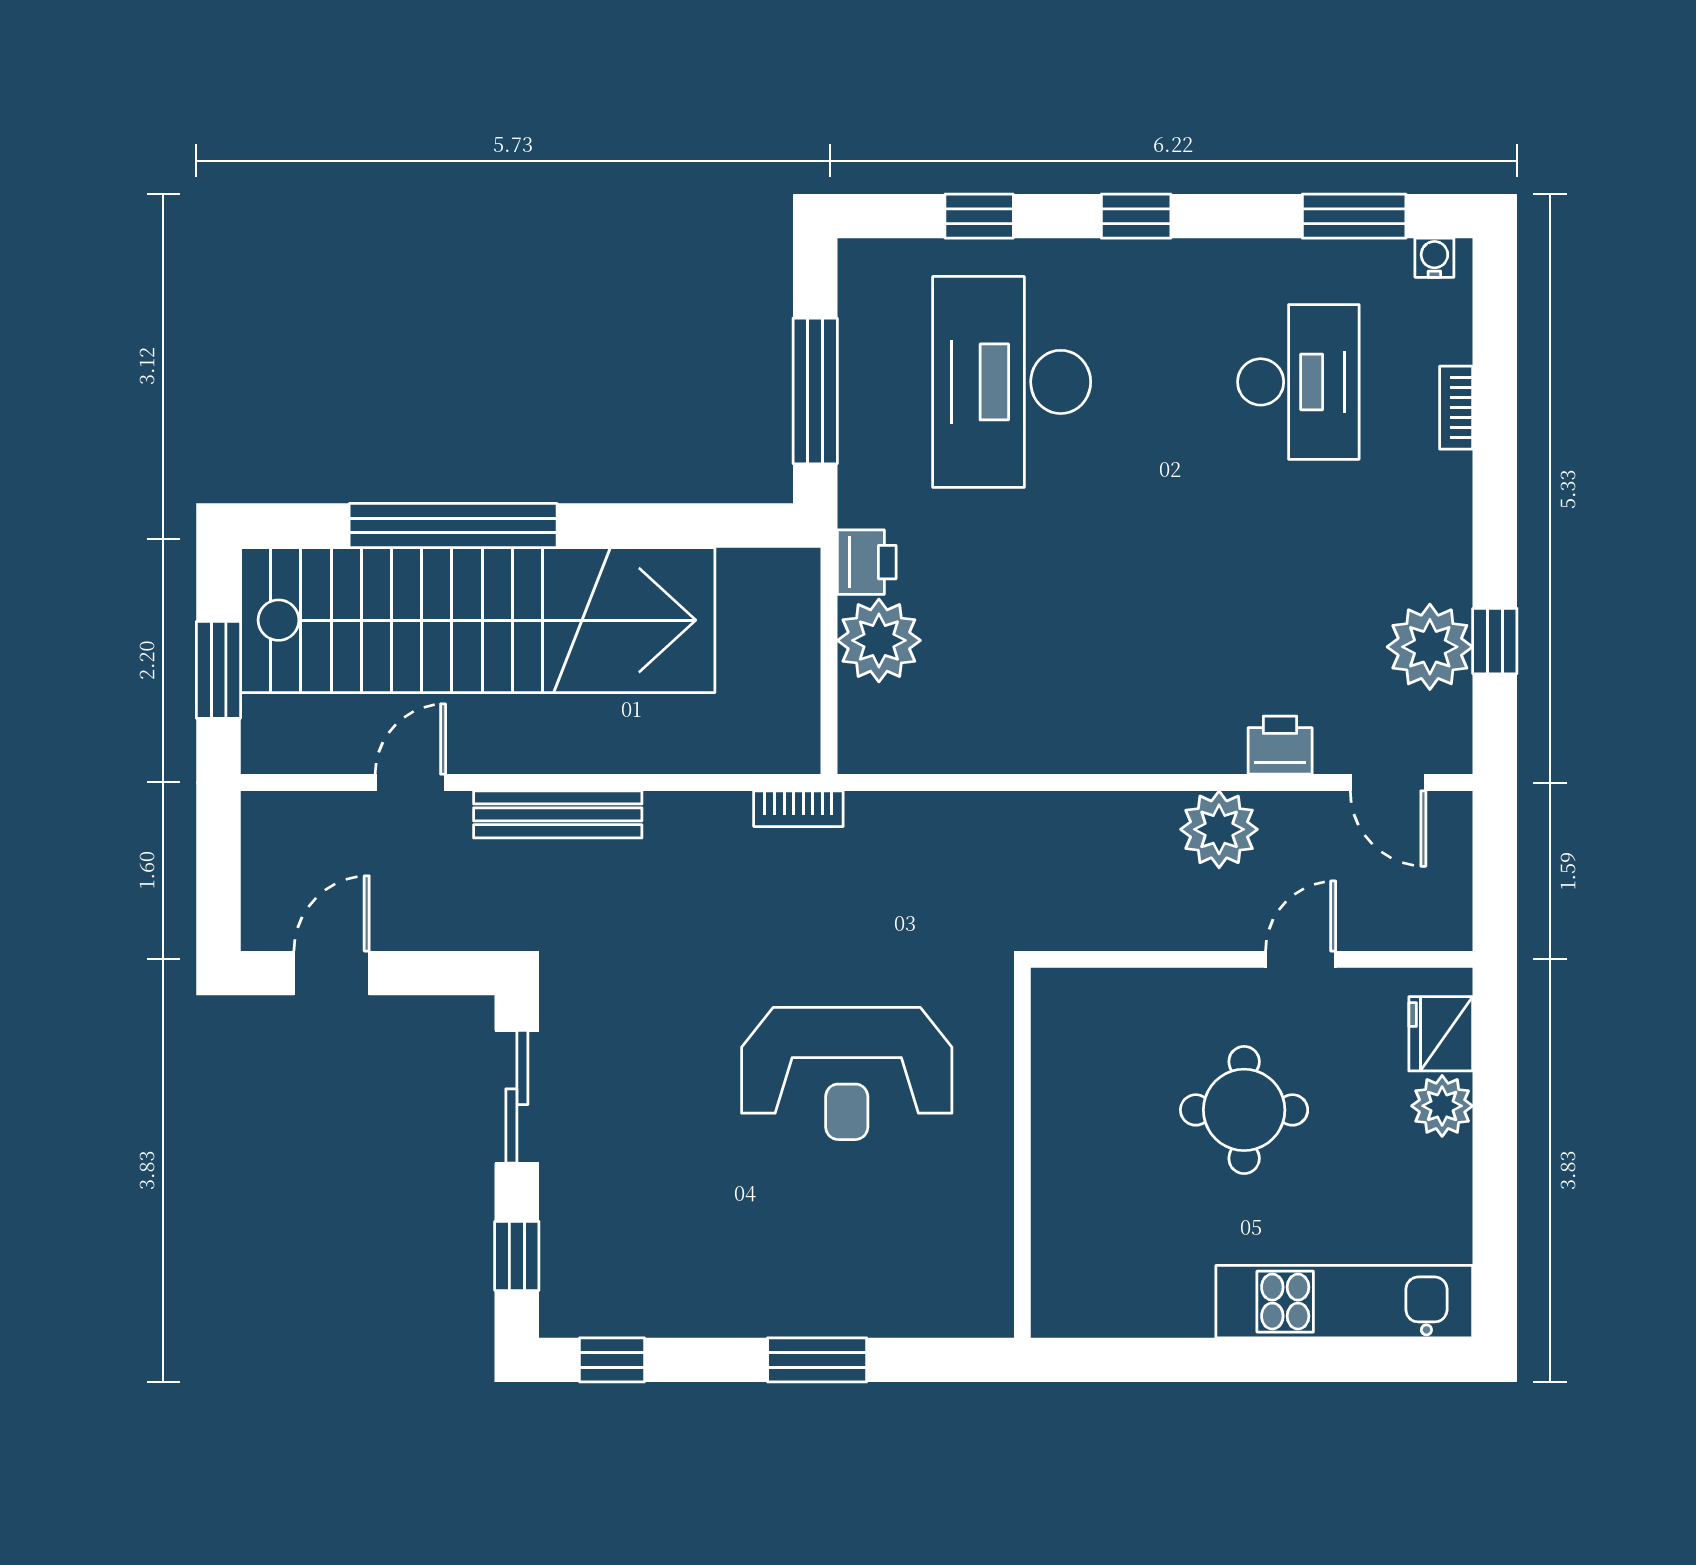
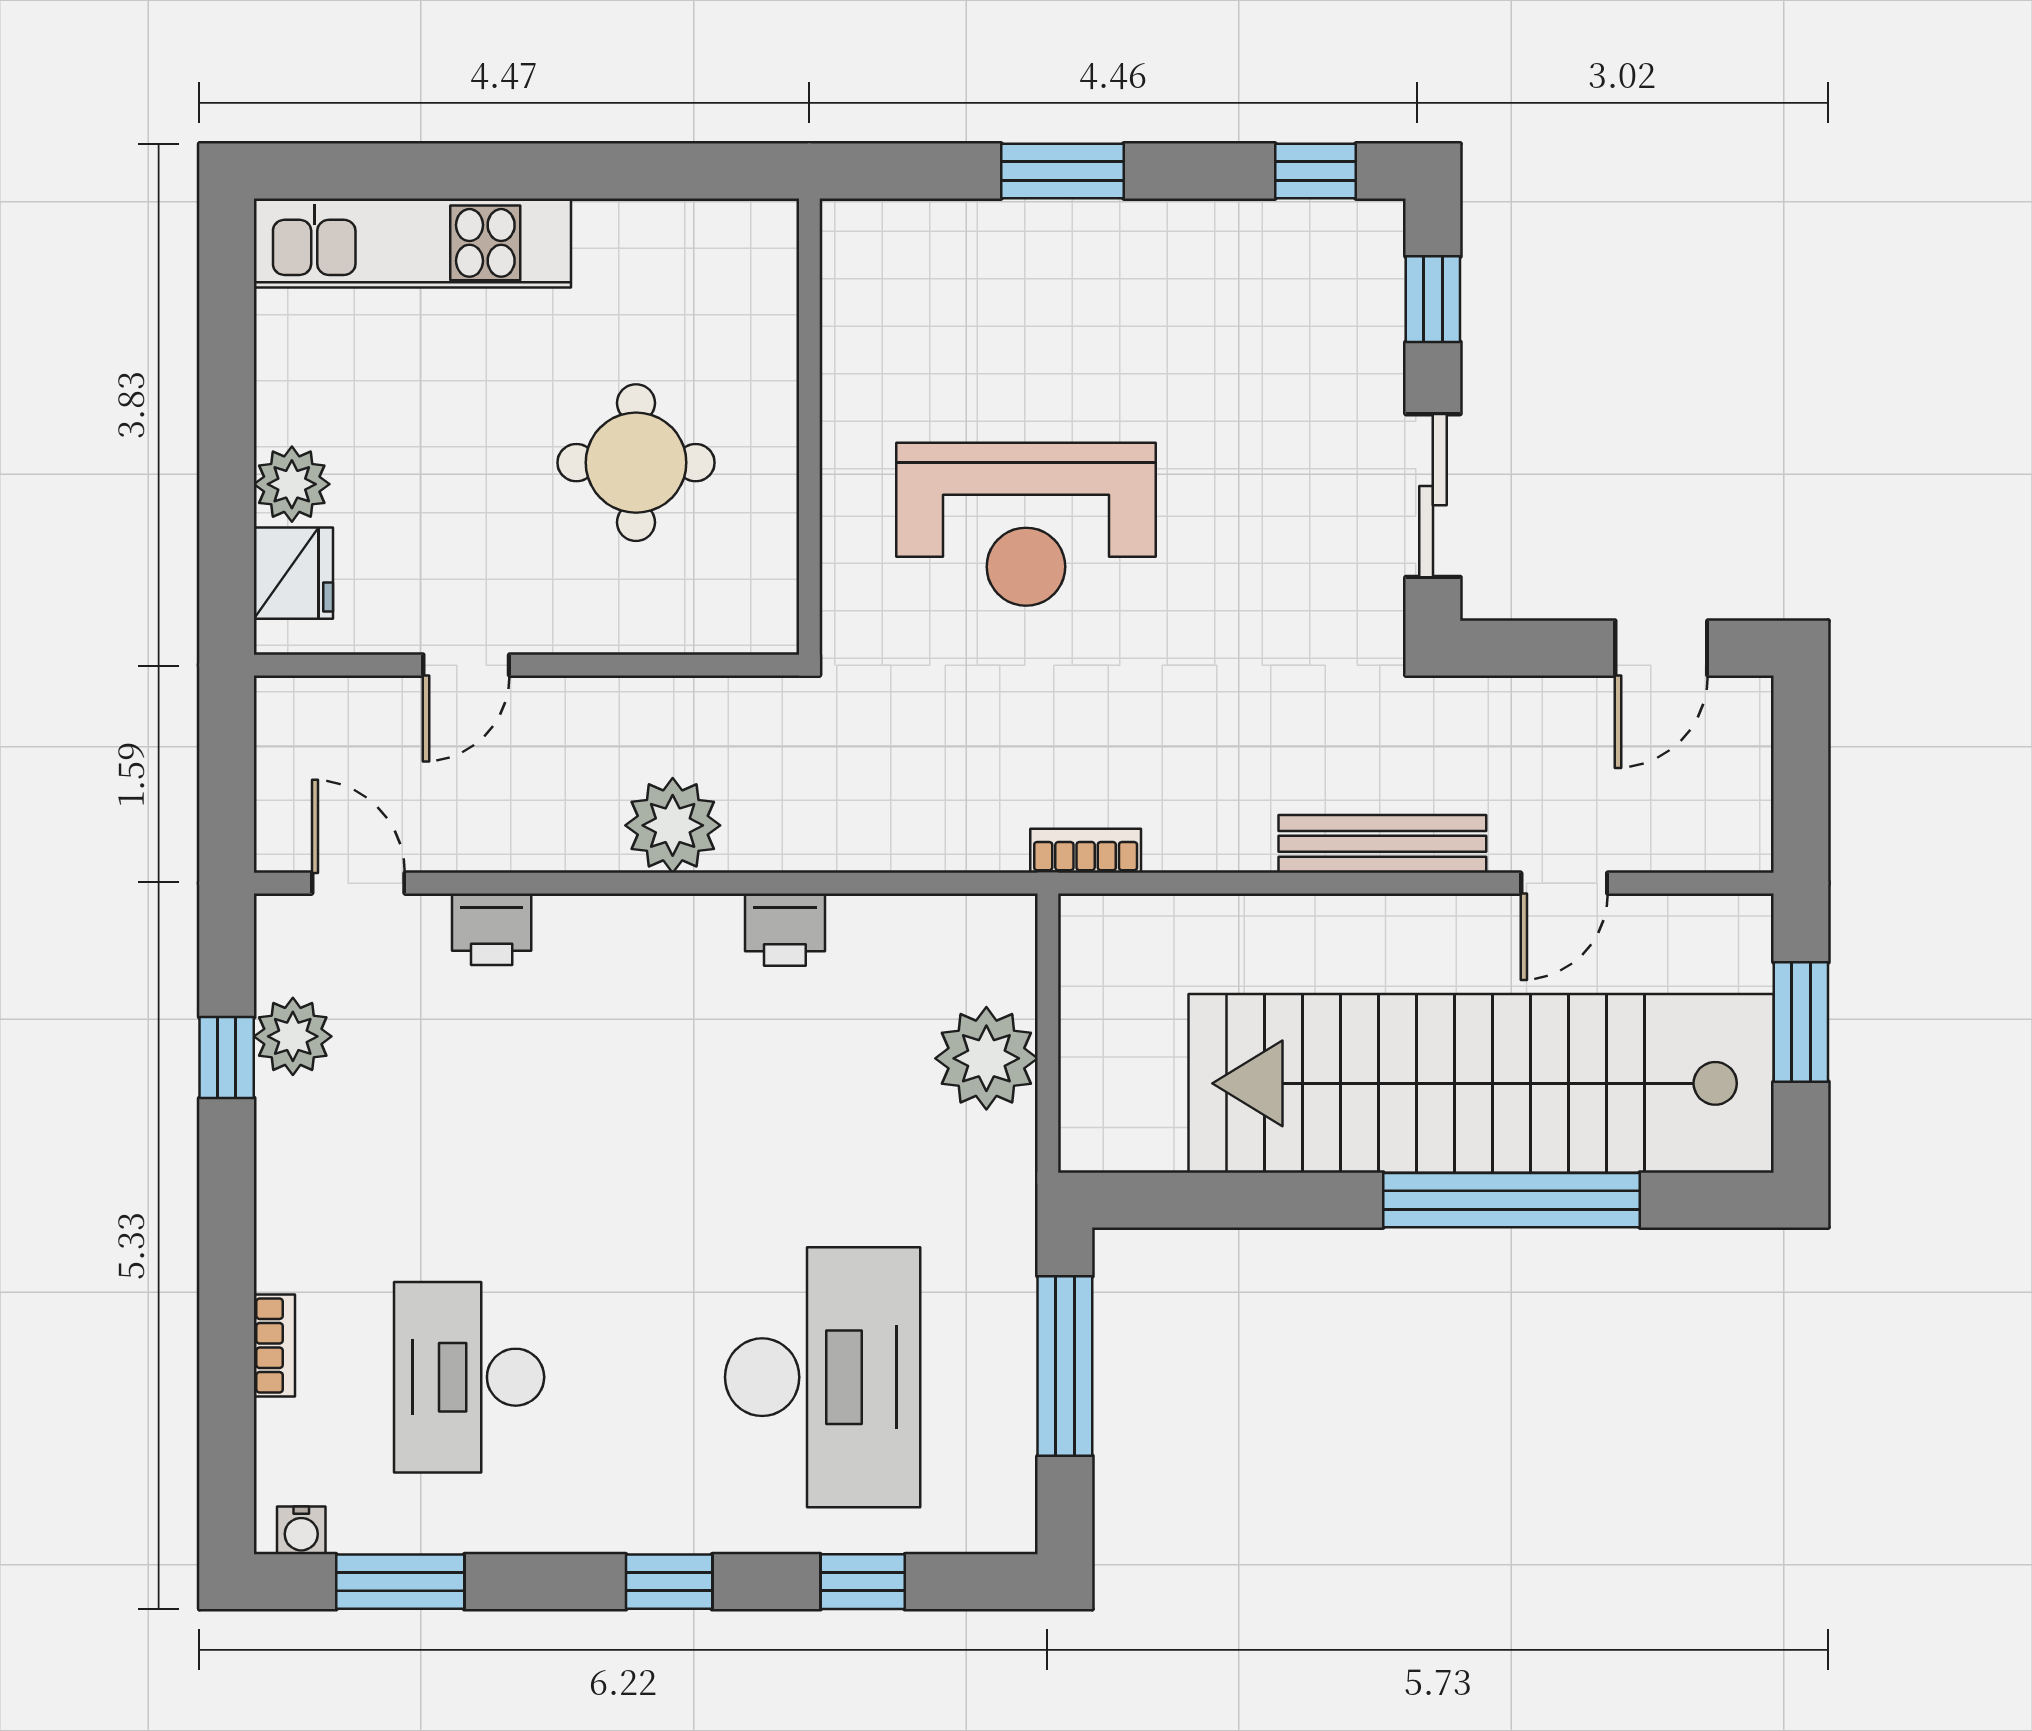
printer: (867, 562) -> (785, 930), moved, turned -90
plant: (1430, 647) -> (293, 1036), width x0.73, depth x0.73
plant: (1219, 829) -> (673, 825), moved
reception desk: (847, 1073) -> (1026, 524), turned 180
round table: (1244, 1110) -> (636, 463), moved

